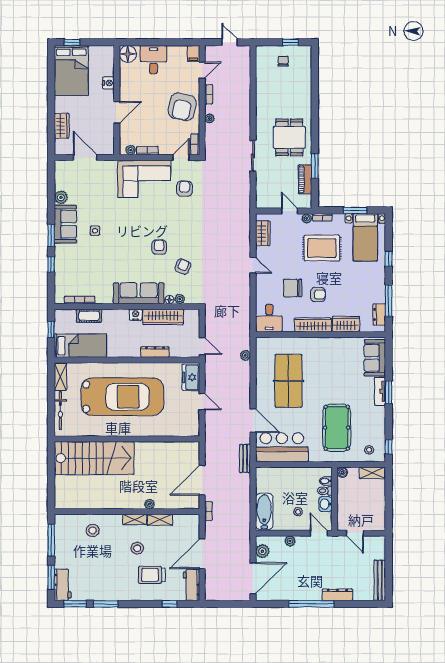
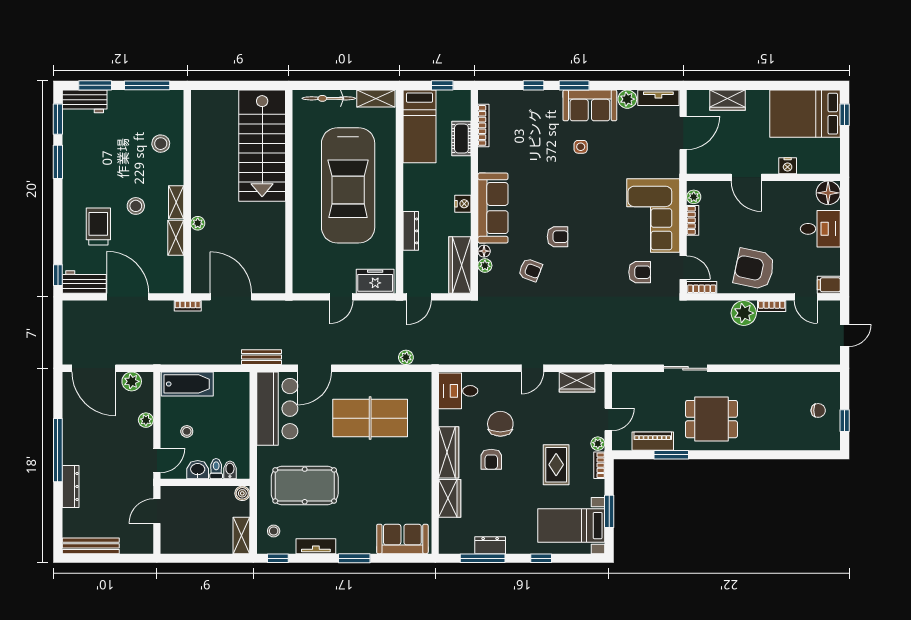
plant: (209, 118) -> (744, 313), width x1.87, depth x1.87
tv unit: (60, 175) -> (658, 98), added
rug: (322, 248) -> (556, 465), width x0.73, depth x0.70
dresser: (379, 314) -> (490, 545), moved
wardrobe: (163, 317) -> (460, 265), moved
tv unit: (380, 391) -> (316, 546), moved
window: (170, 604) -> (58, 275), moved

